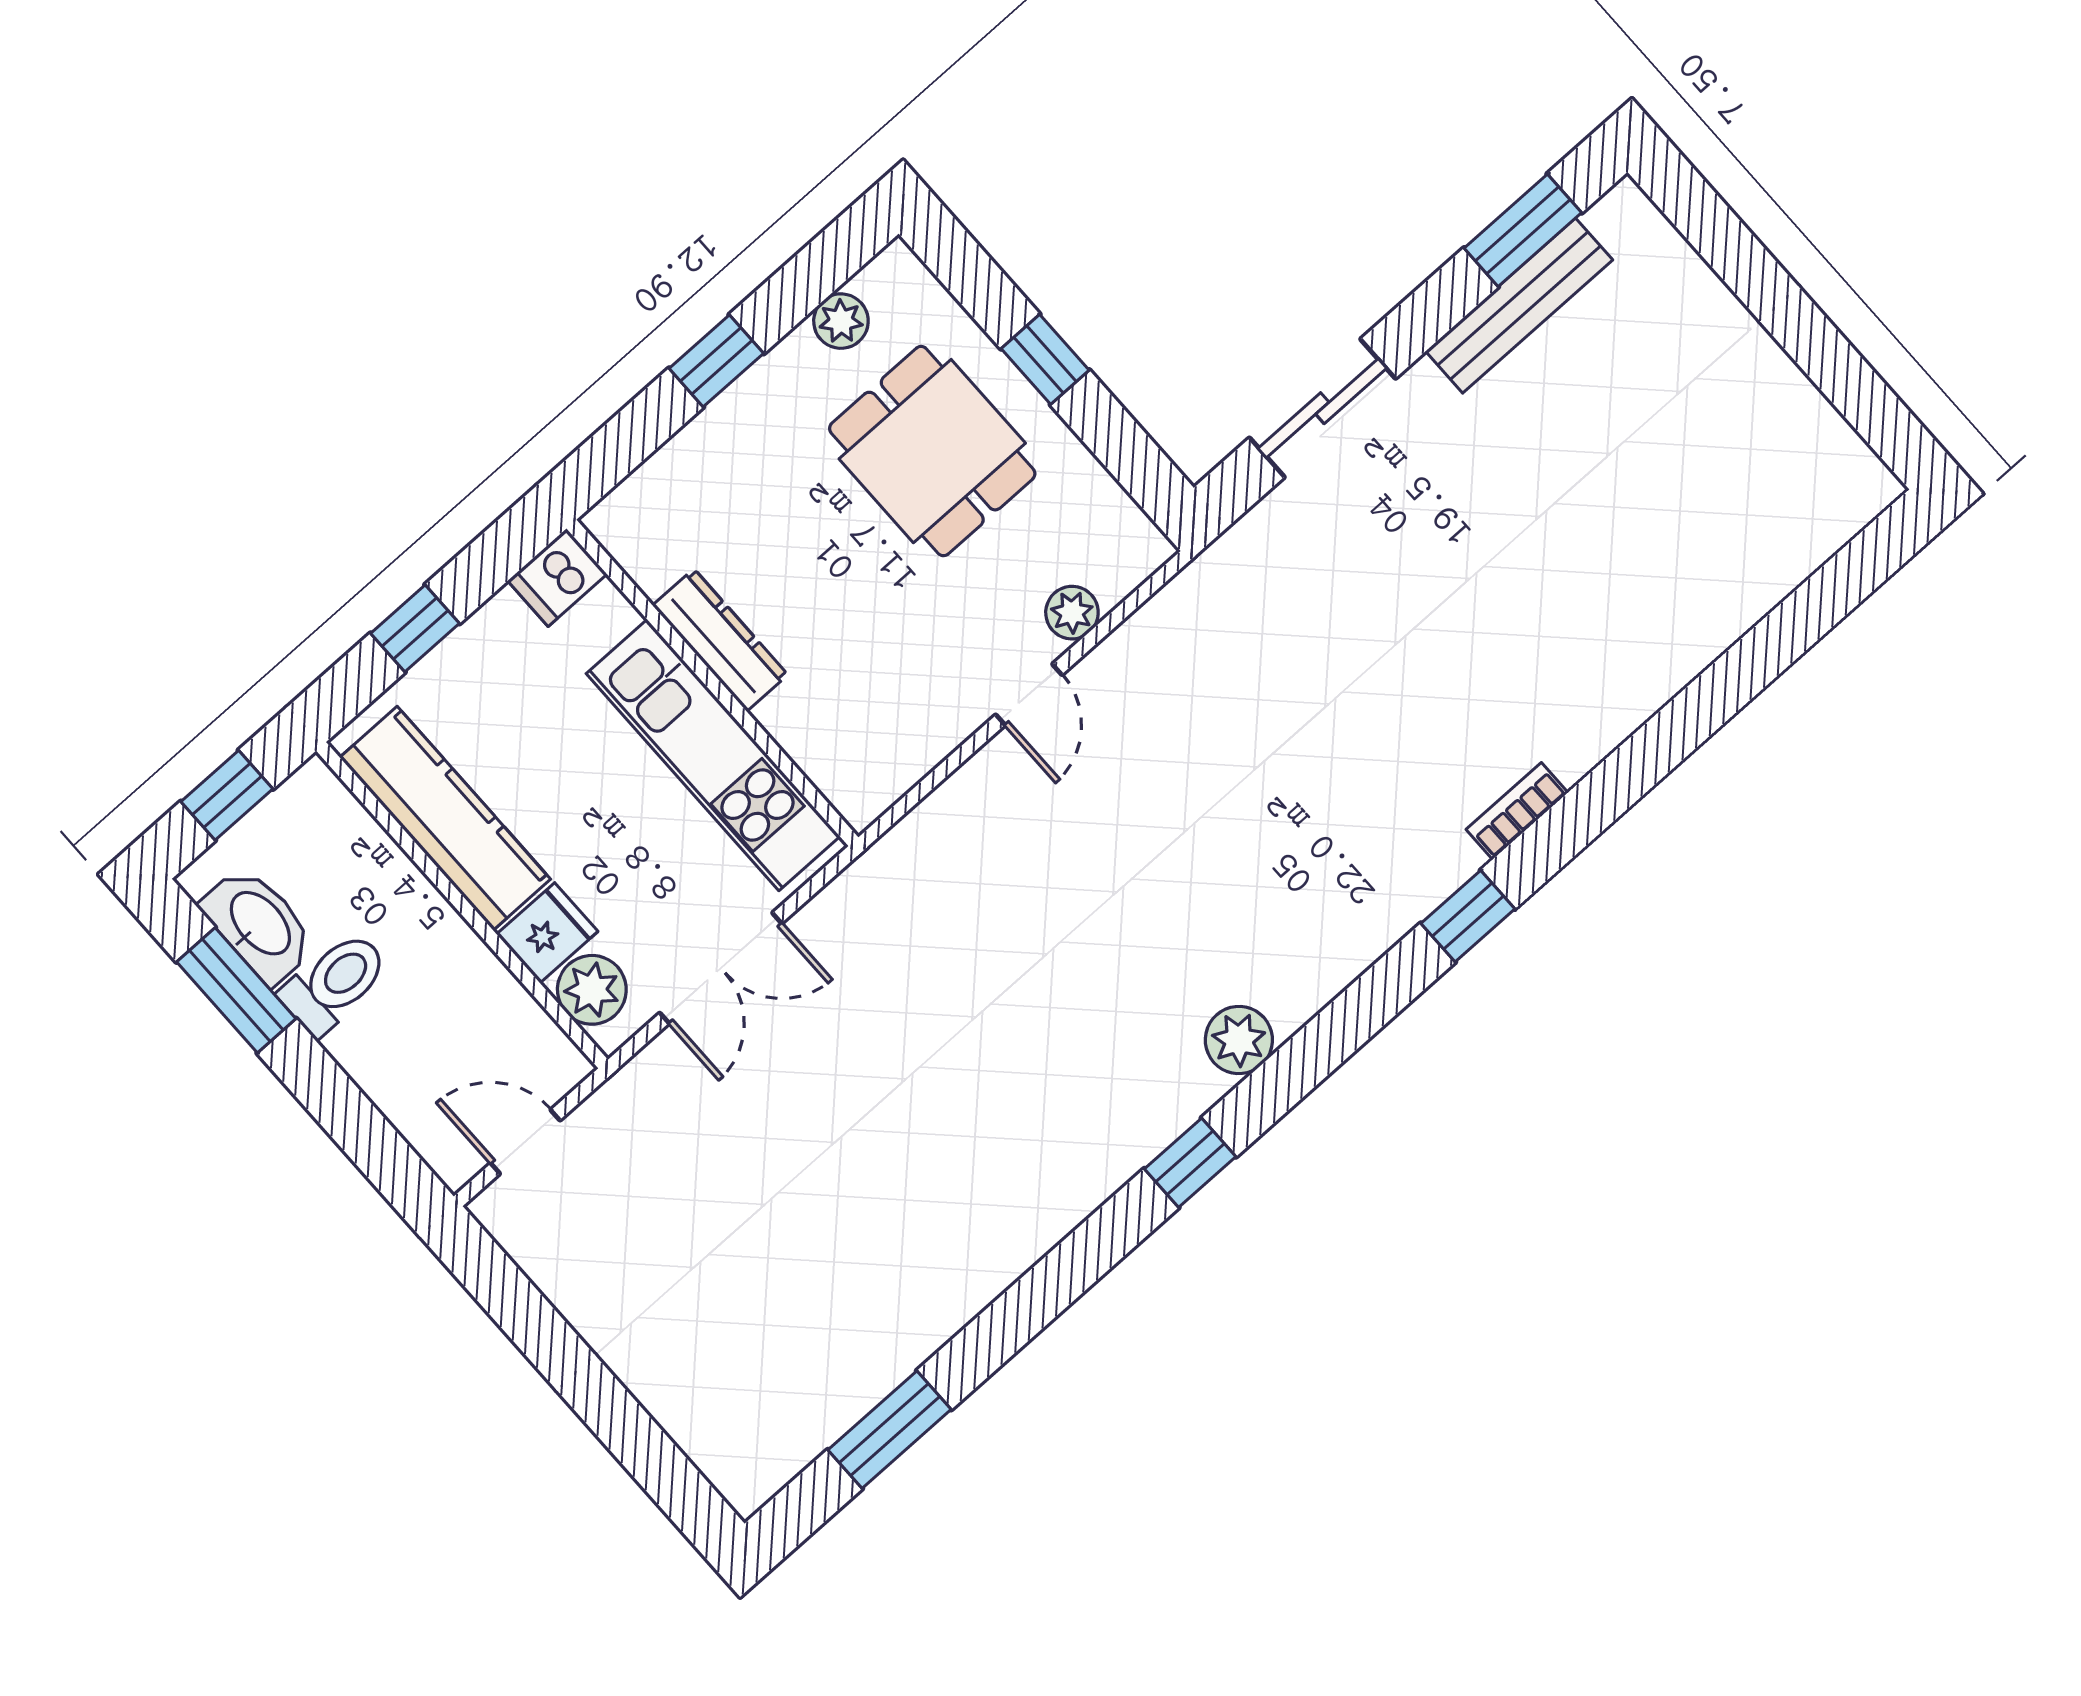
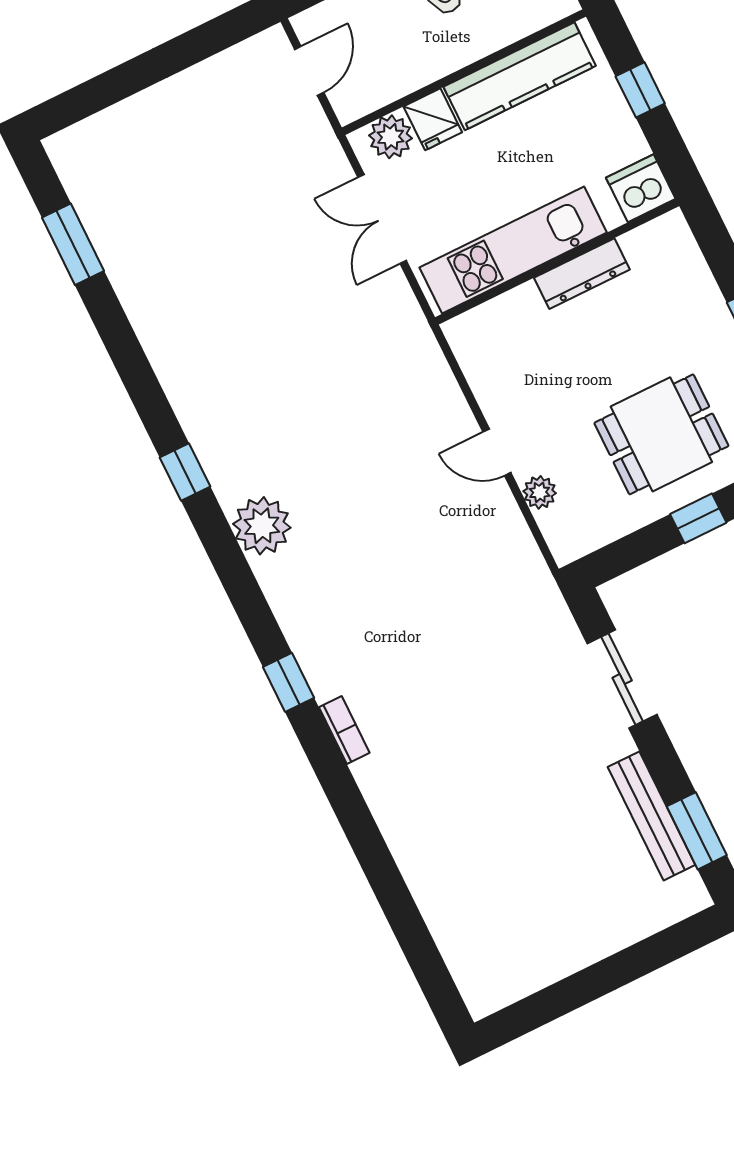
dishwasher: (557, 577) -> (641, 188), width x1.38
plant: (1239, 1040) -> (262, 526), width x1.36, depth x1.36

